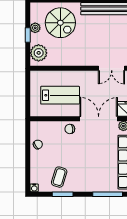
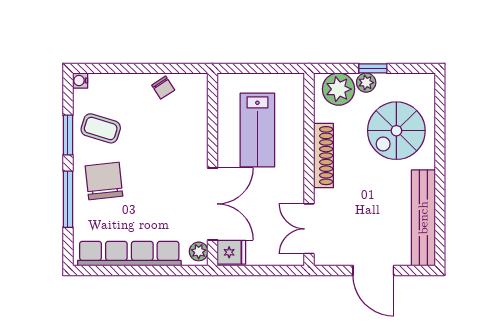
plant: (35, 28) -> (366, 83), moved
shoe rack: (73, 61) -> (324, 156), added
chair: (70, 129) -> (104, 181), moved, width x1.87, depth x1.87
window: (108, 194) -> (68, 199), moved

